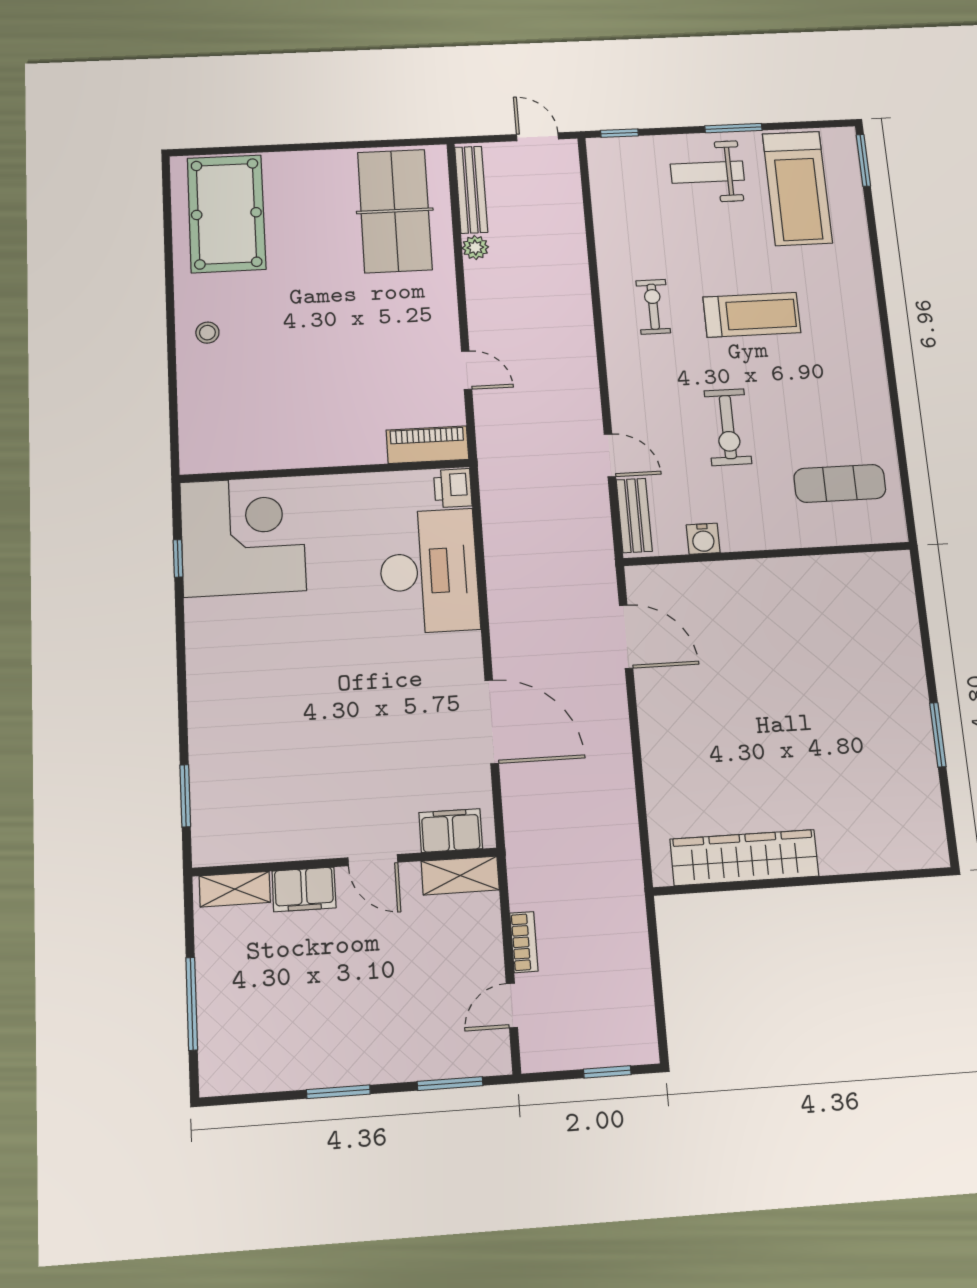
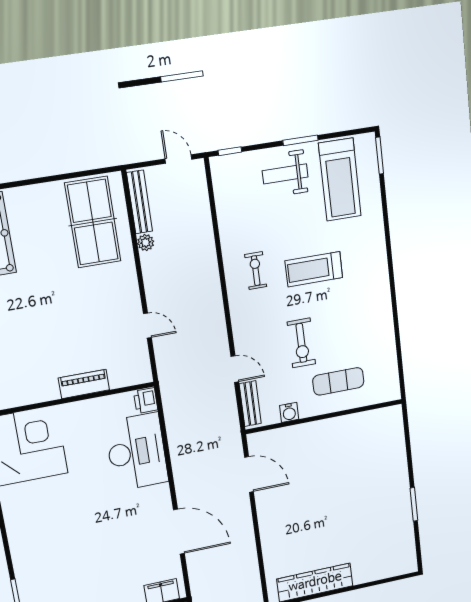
treadmill: (752, 315) -> (314, 269), turned 180
piano: (427, 445) -> (84, 384), moved
exercise mat: (840, 483) -> (338, 381), moved

